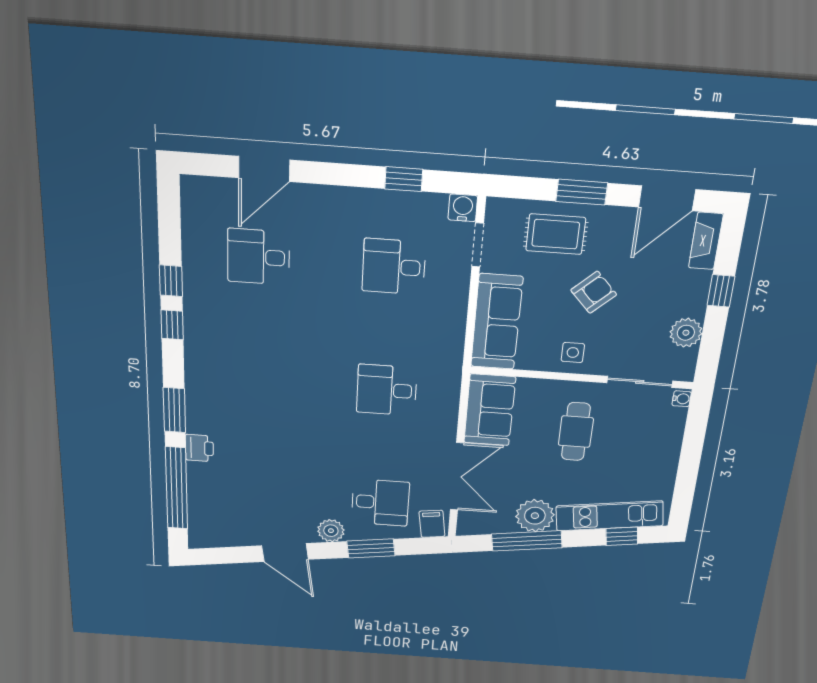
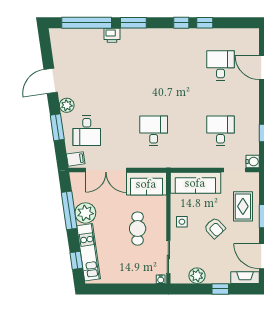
cafe table: (576, 432) -> (138, 229), turned 90

